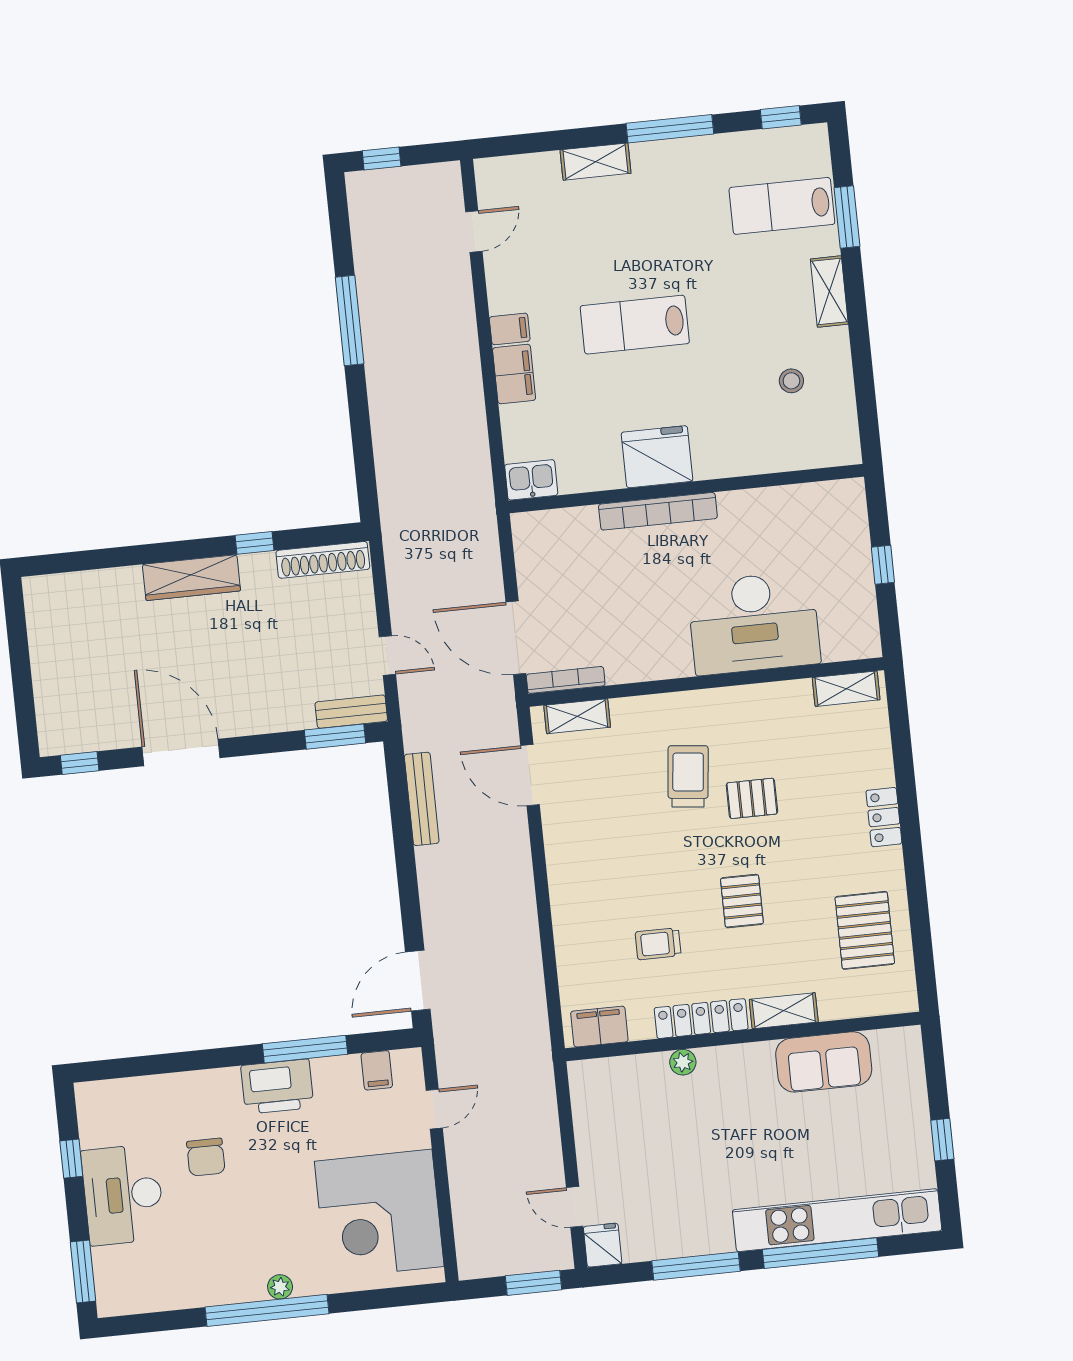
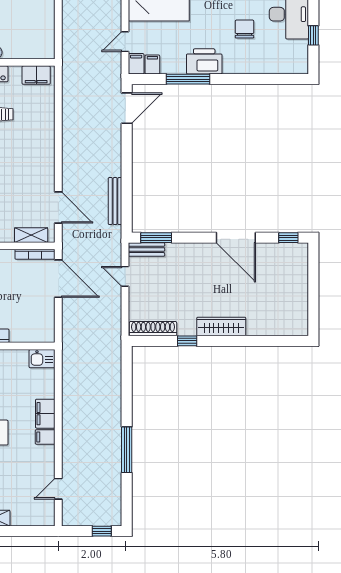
filing cabinet: (408, 1068) -> (136, 64), added

